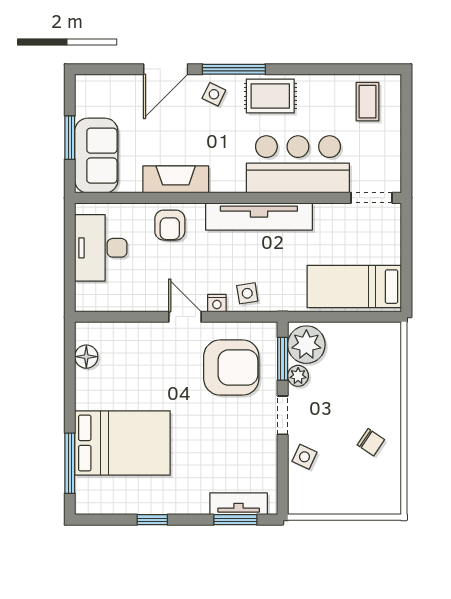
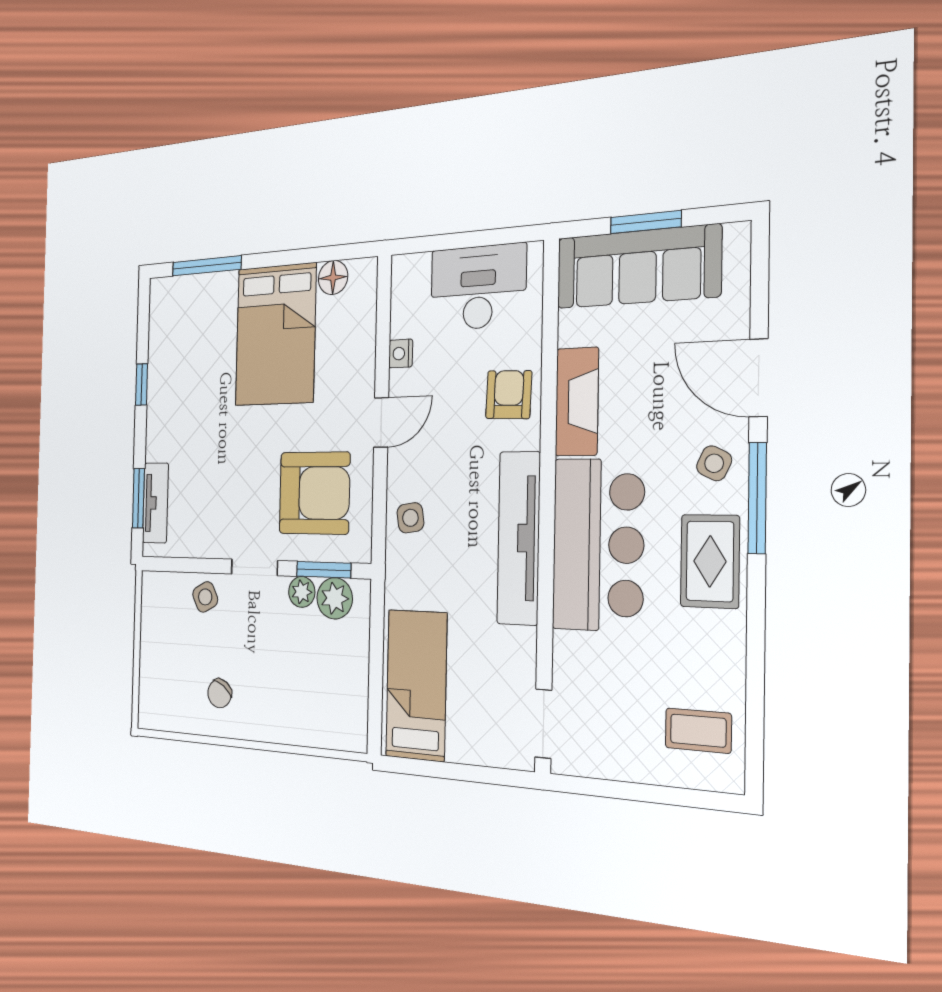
sofa: (96, 156) -> (638, 267), width x1.36
bar counter: (298, 164) -> (598, 545), moved
armchair: (170, 225) -> (509, 395), turned 92
nightstand: (217, 303) -> (401, 353), moved
plant: (306, 345) -> (335, 598), width x0.73, depth x0.73
armchair: (231, 368) -> (314, 493), turned -90
bed: (122, 443) -> (275, 335), moved
side table: (304, 457) -> (205, 597), turned 37

